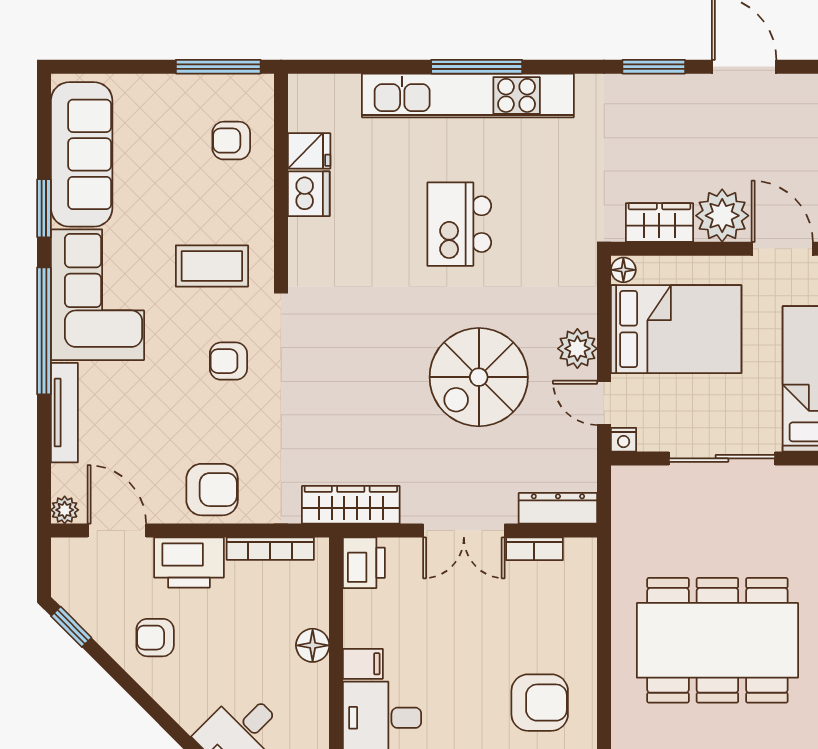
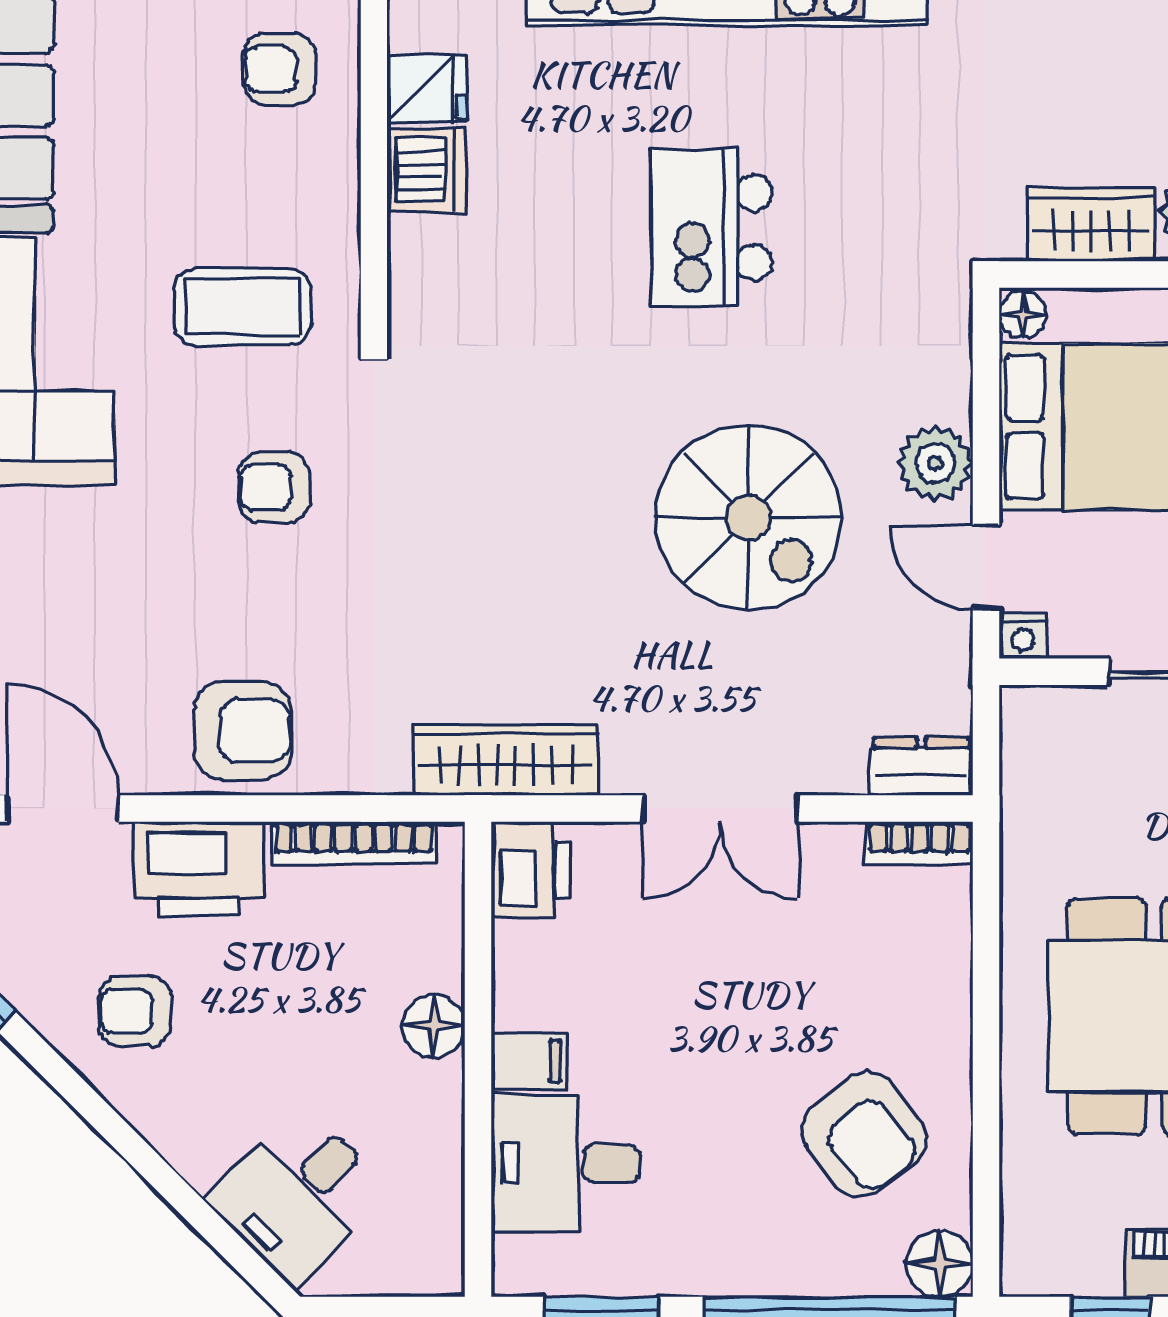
spiral stairs: (479, 377) -> (748, 518), turned -90
dresser: (558, 508) -> (921, 766), width x0.70
bookcase: (534, 549) -> (919, 843), moved
armchair: (540, 703) -> (864, 1134), turned 52

